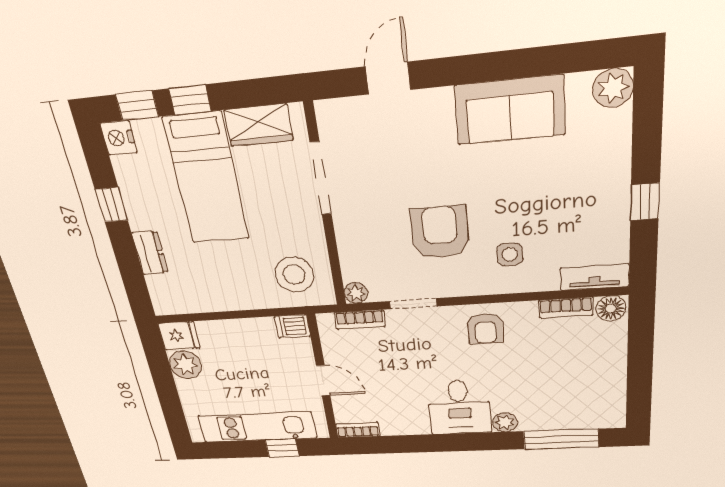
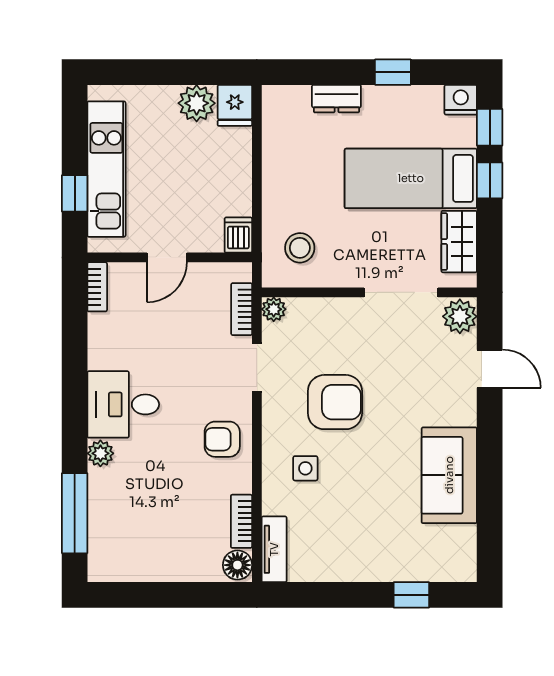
plant: (613, 88) -> (460, 316), moved
window: (645, 202) -> (411, 595), moved
stool: (294, 275) -> (300, 248), width x0.73, depth x0.73

